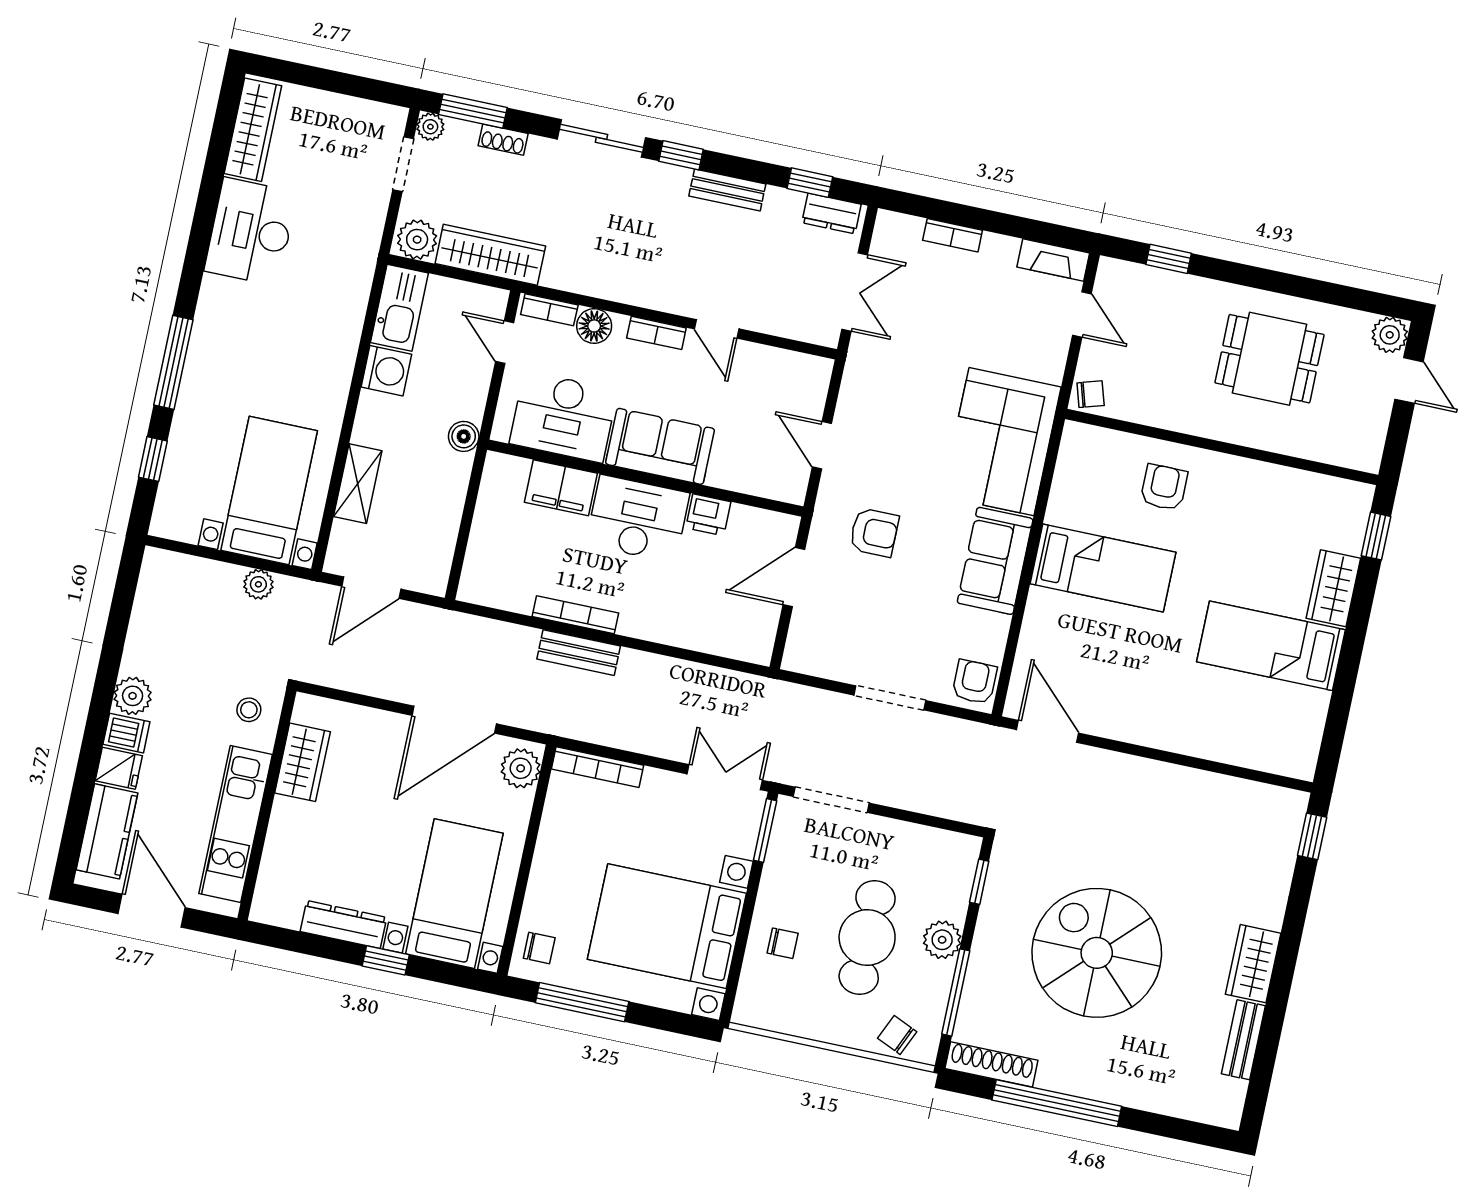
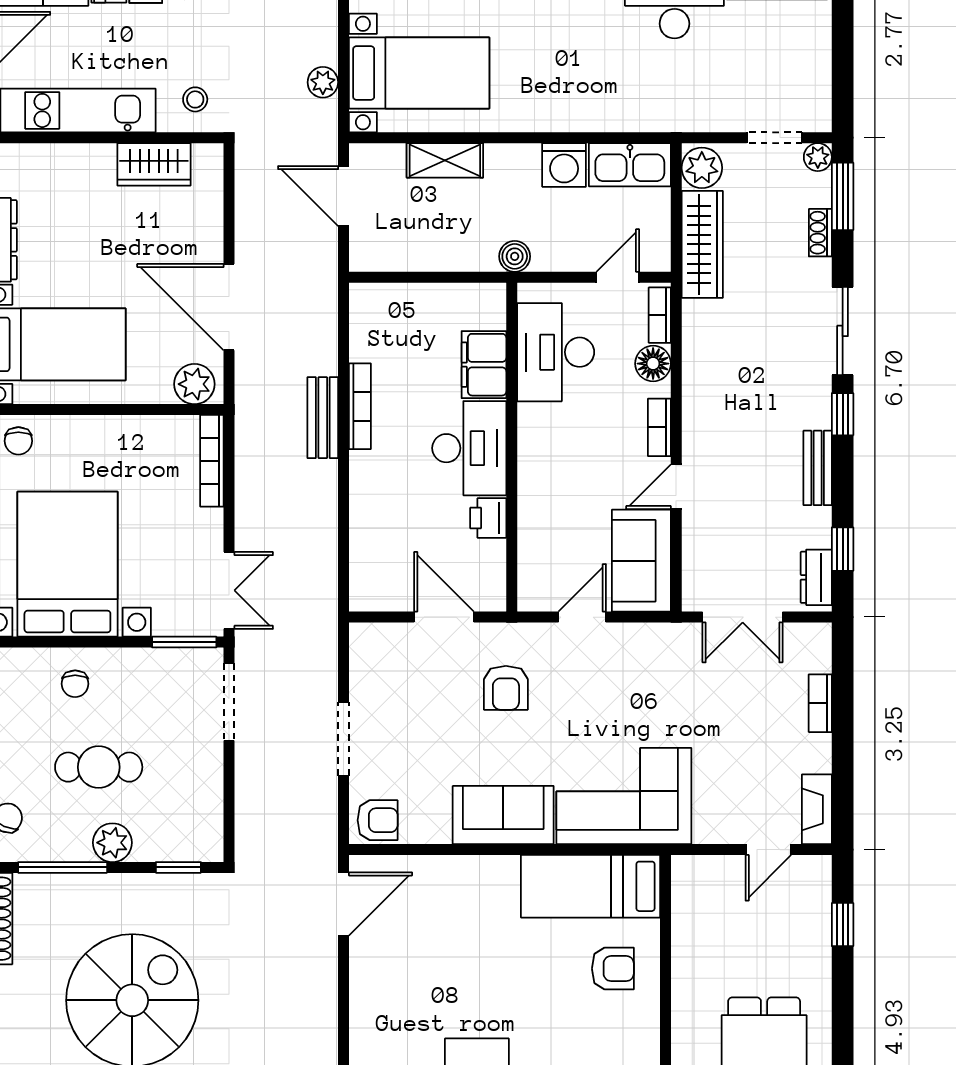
chair: (1091, 394) -> (690, 875), removed
sofa: (660, 446) -> (641, 561), moved, turned 180
bed: (1103, 568) -> (591, 886), moved, turned 90
cafe table: (867, 938) -> (99, 767), width x0.73, depth x0.74

